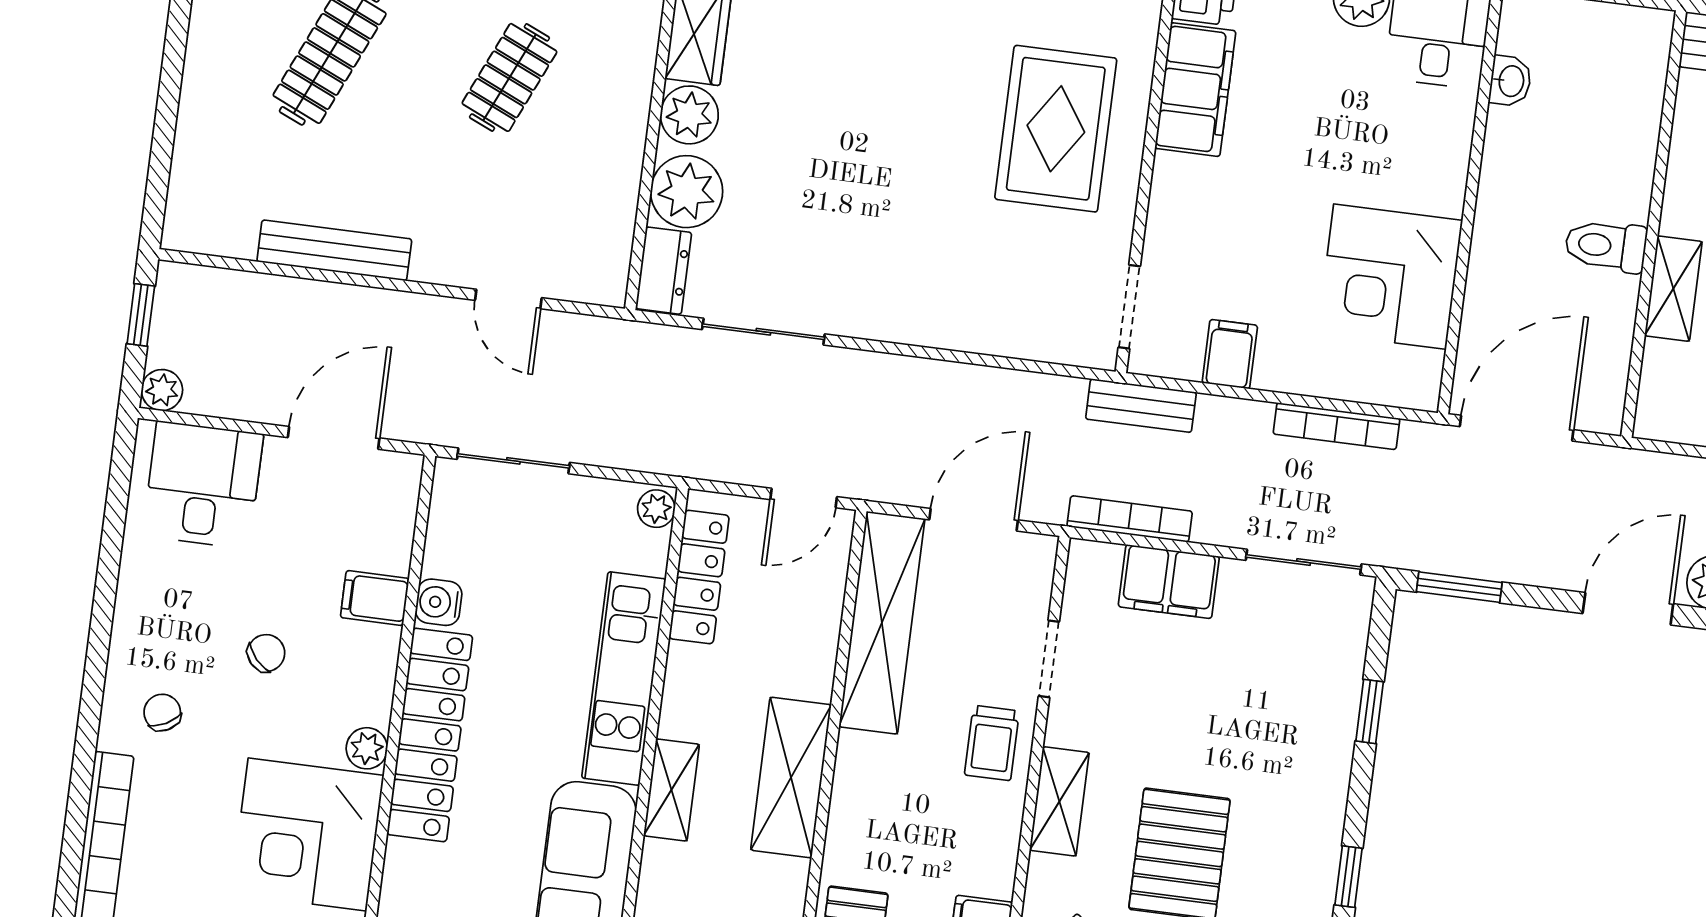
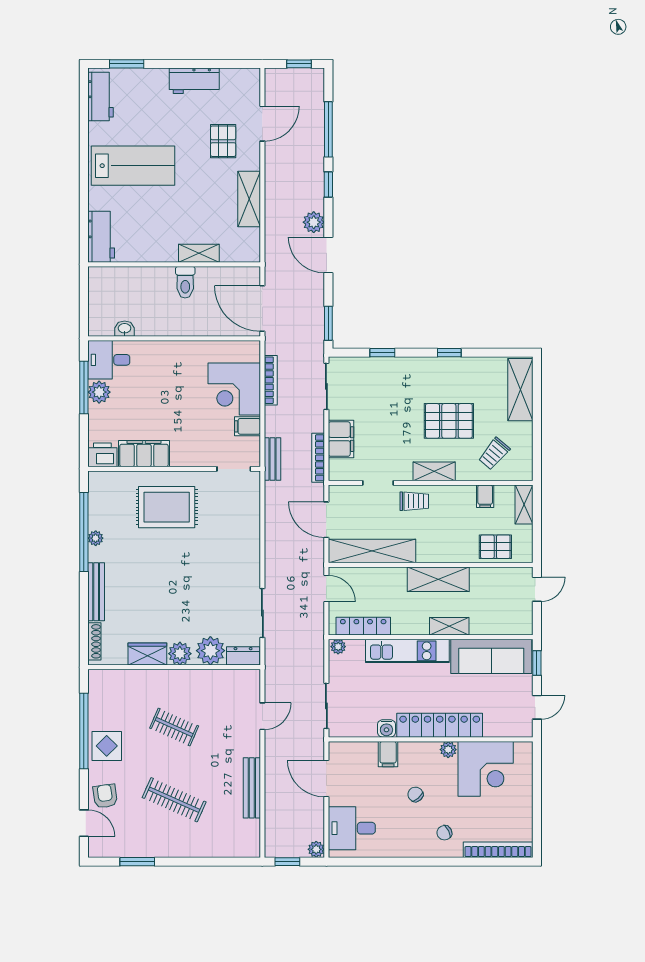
corner desk: (1390, 277) -> (234, 389), moved, turned 90

